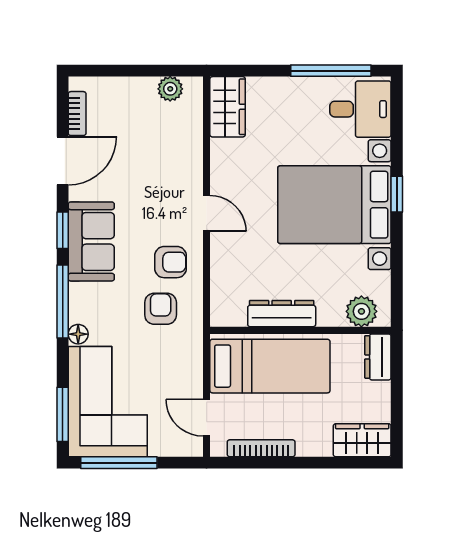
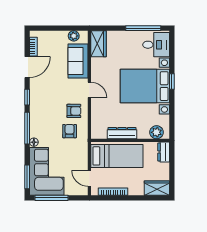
sofa: (91, 241) -> (78, 61), moved, turned 180

